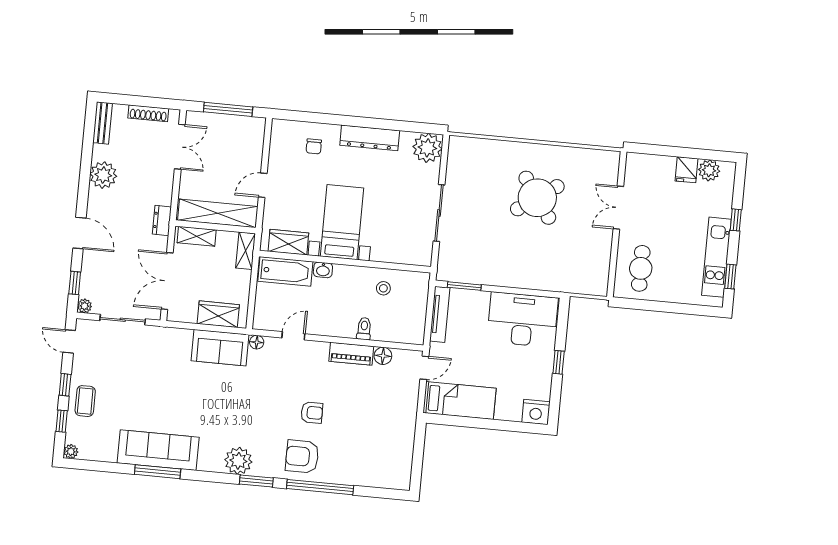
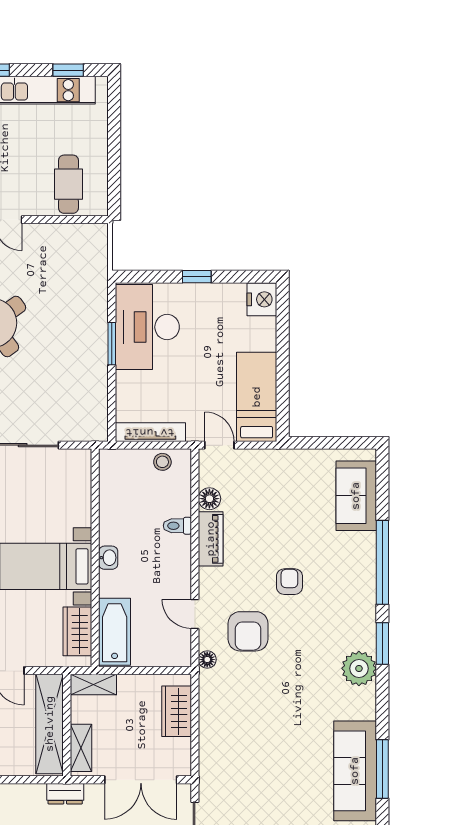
cafe table: (641, 268) -> (68, 184), turned 90
washbasin: (323, 270) -> (108, 558), moved
window: (464, 286) -> (112, 344), moved
stool: (383, 288) -> (162, 462), moved
sofa: (220, 348) -> (356, 496), moved, turned 180
armchair: (302, 456) -> (248, 631), moved

